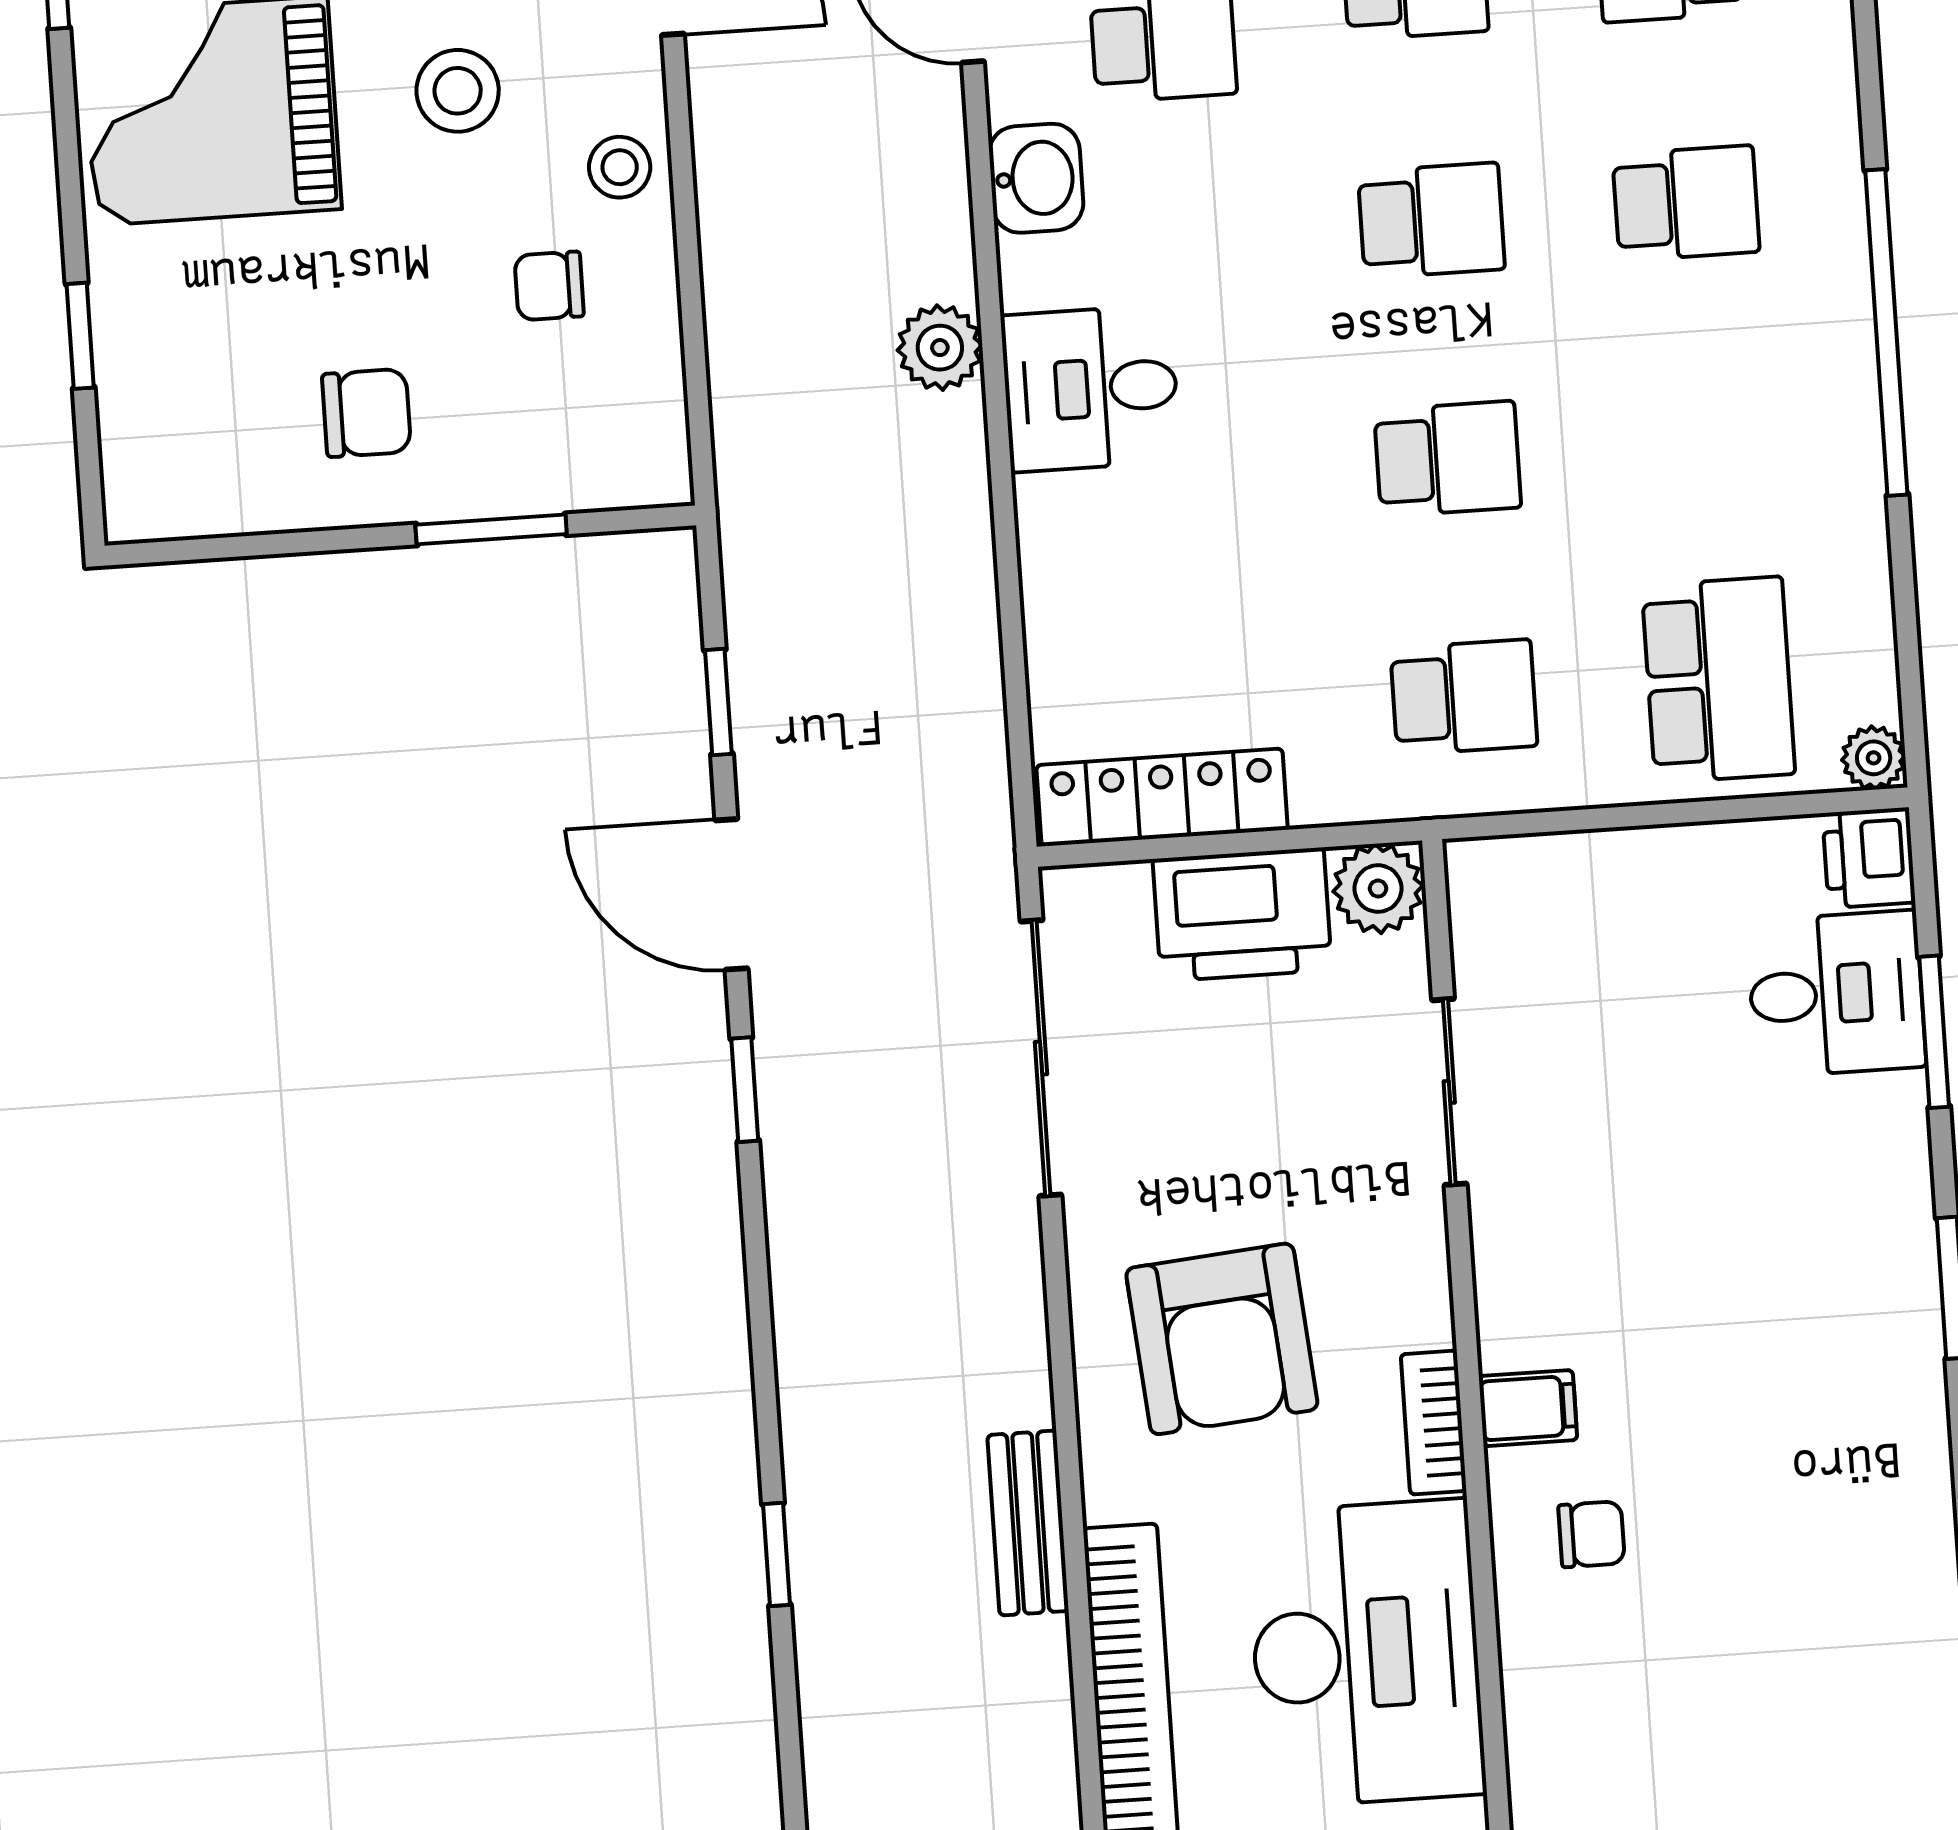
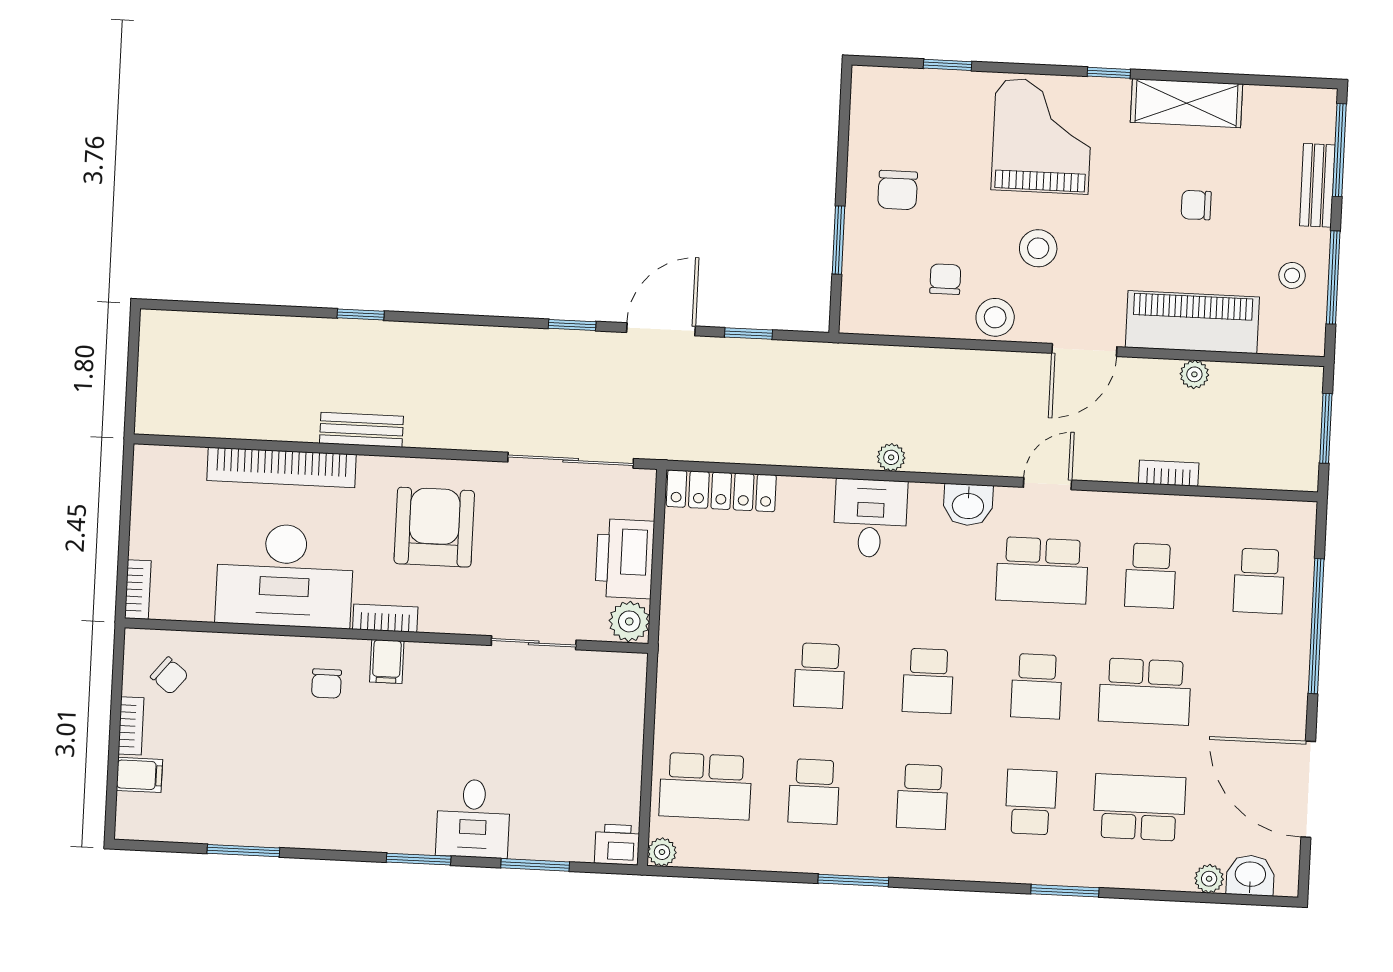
stool: (620, 167) -> (995, 317), width x1.37, depth x1.37
window: (1886, 332) -> (853, 880), width x0.47
plant: (940, 348) -> (891, 457), width x0.73, depth x0.73
school desk: (1464, 697) -> (814, 791), moved
locker: (1162, 797) -> (721, 491), moved, turned 90
desk: (1836, 994) -> (473, 819), moved
armchair: (1222, 1339) -> (434, 527), turned 95

